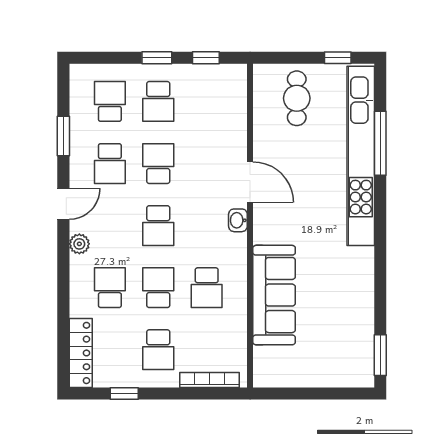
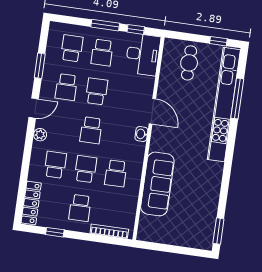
window: (157, 58) -> (105, 25), width x1.50
desk: (223, 95) -> (143, 54), added

